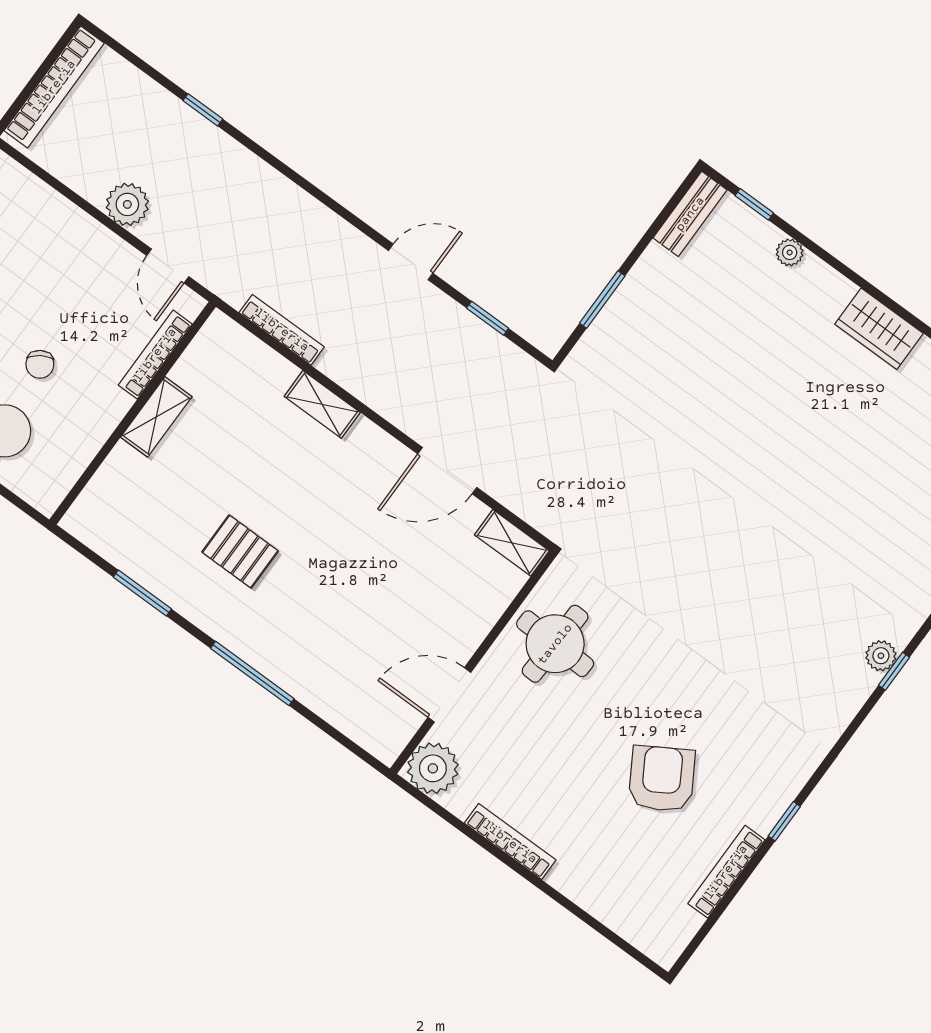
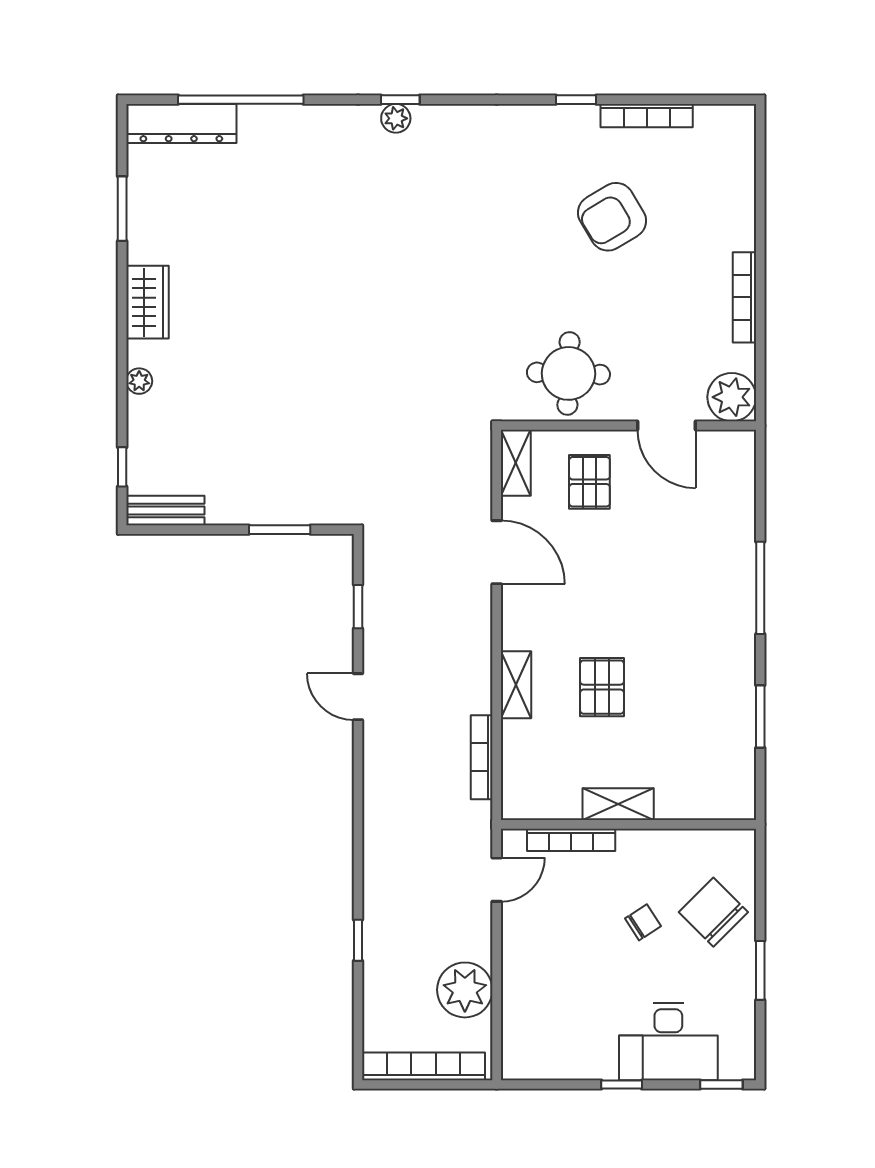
plant: (127, 204) -> (465, 990), moved, width x1.36, depth x1.36
plant: (790, 252) -> (139, 381), moved
pallet: (240, 552) -> (602, 687), moved
pallet: (450, 594) -> (589, 482), added

